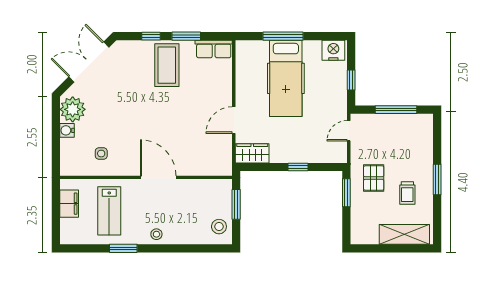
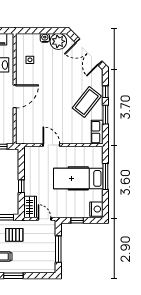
double door: (89, 62) -> (89, 52), swing flipped
coffee table: (167, 65) -> (87, 102), turned -52
wardrobe: (252, 153) -> (30, 207), moved

